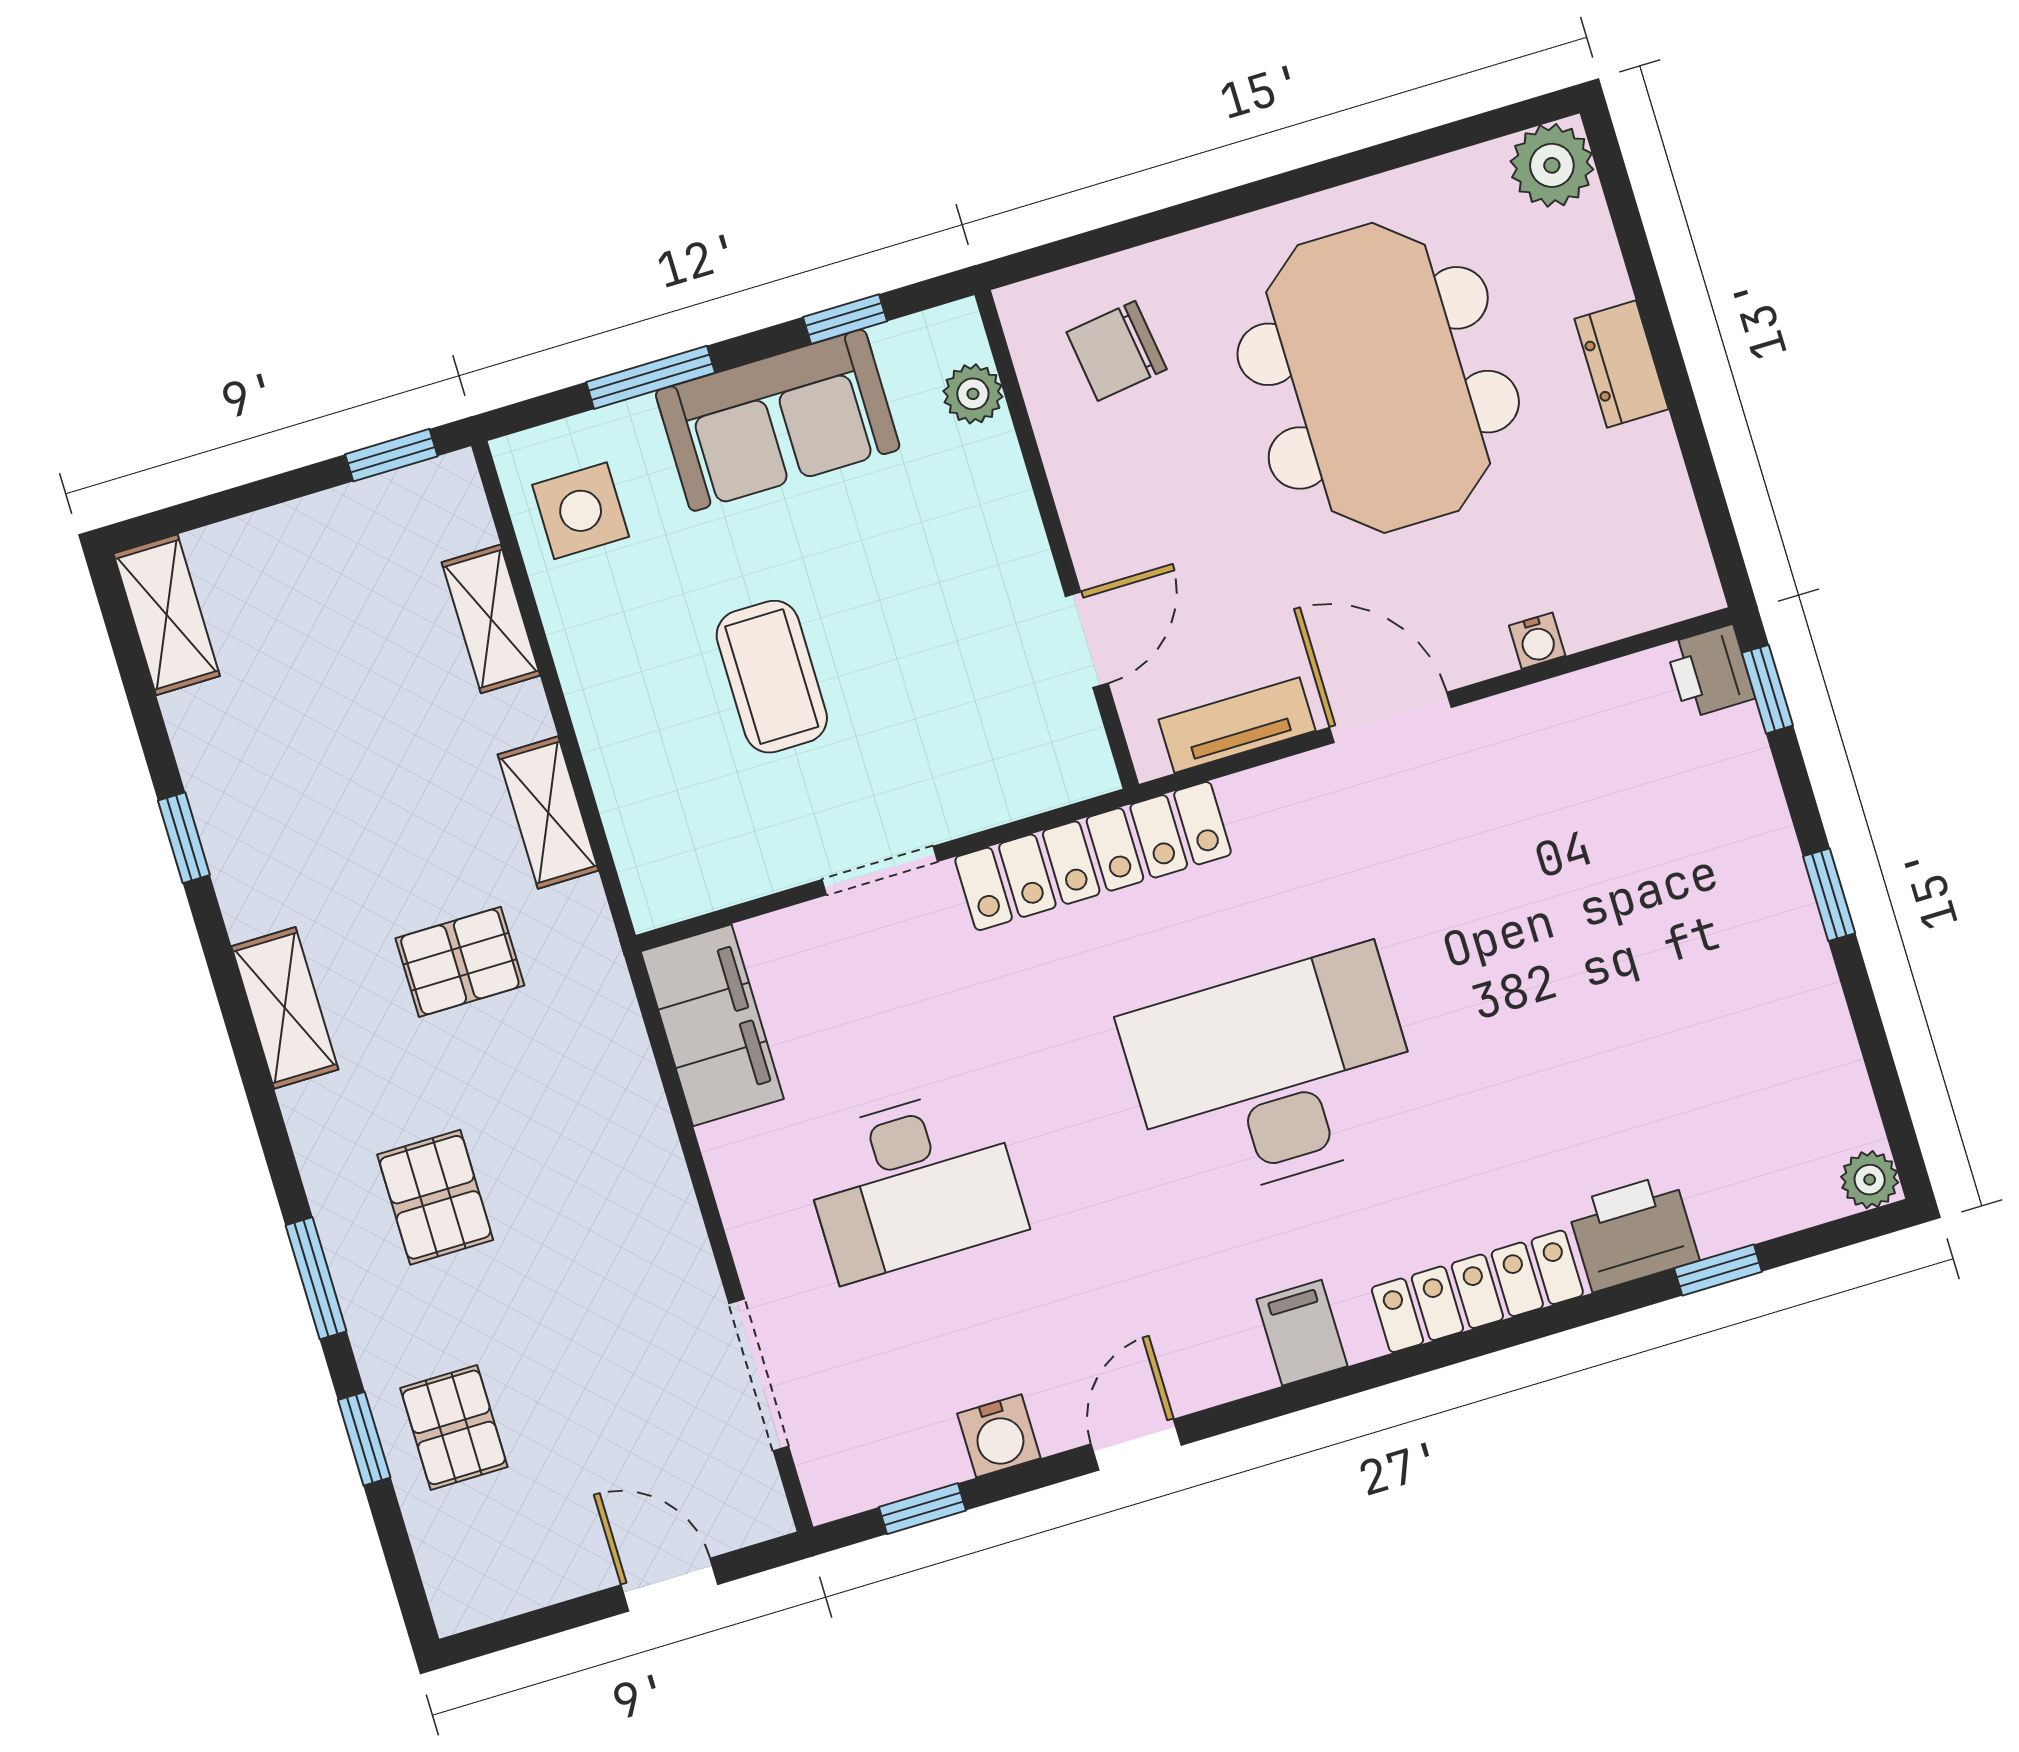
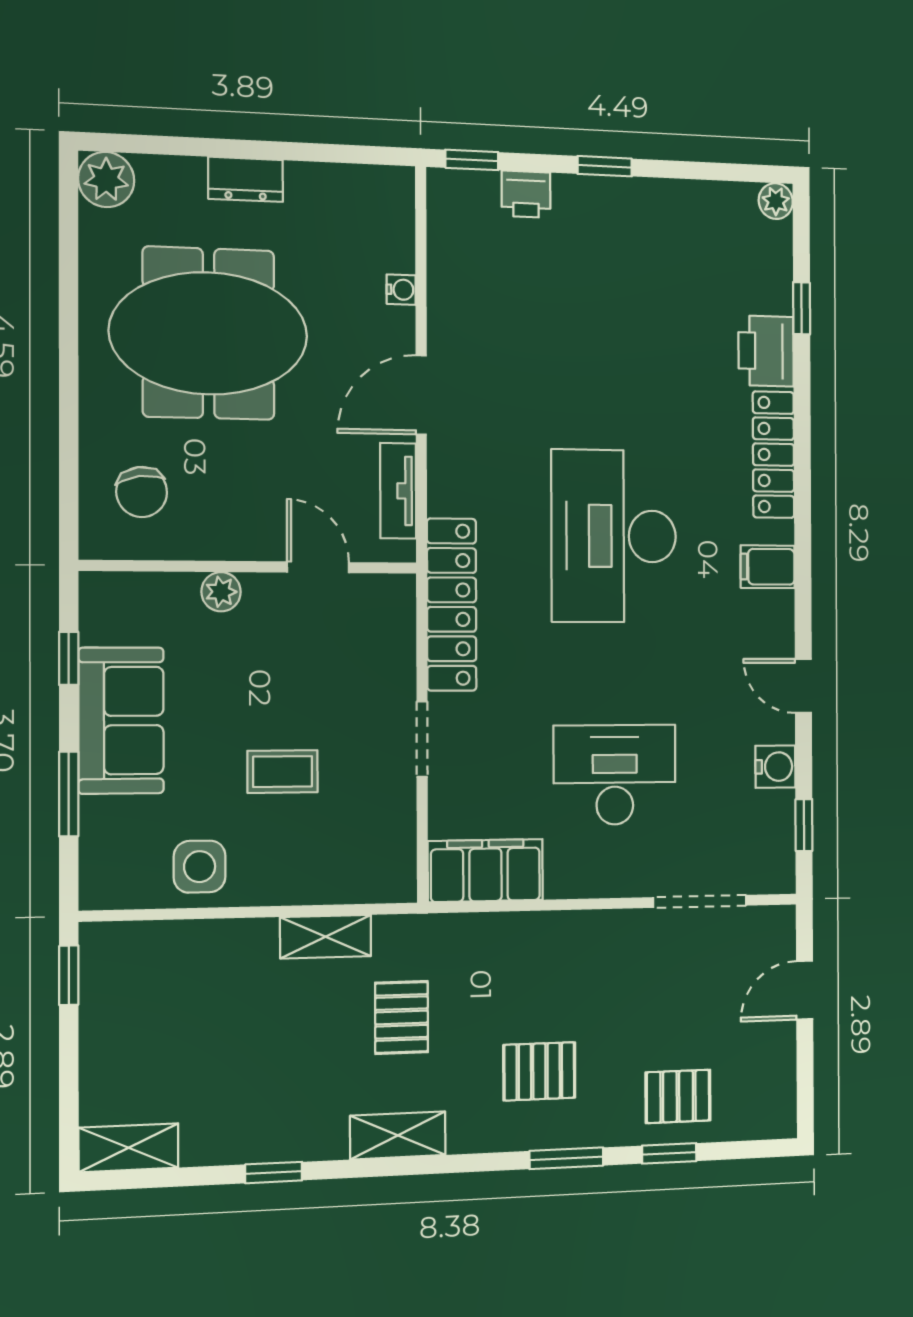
plant: (973, 394) -> (221, 592), moved
side table: (581, 511) -> (200, 867), moved
shelving: (491, 619) -> (193, 940), removed
printer: (1710, 671) -> (526, 194), moved
coffee table: (772, 677) -> (283, 772), width x0.73, depth x0.77
desk: (913, 1183) -> (615, 775), turned -90

